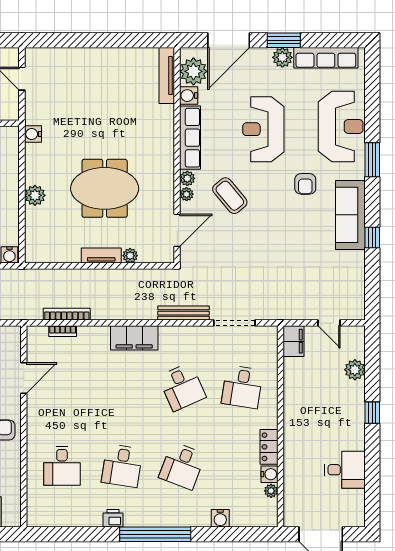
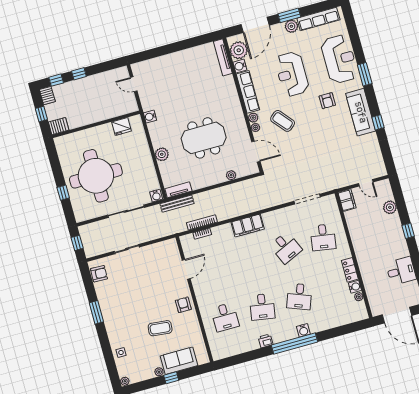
door: (177, 230) -> (256, 152), hinge flipped
tv unit: (101, 256) -> (178, 190), moved
bench: (183, 313) -> (177, 204), moved
water cooler: (220, 518) -> (303, 330), moved

